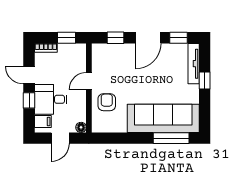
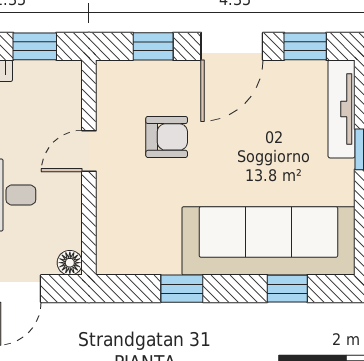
armchair: (107, 102) -> (167, 137), moved, turned 90
window: (127, 138) -> (182, 289), added
window: (171, 138) -> (287, 289), width x0.46

